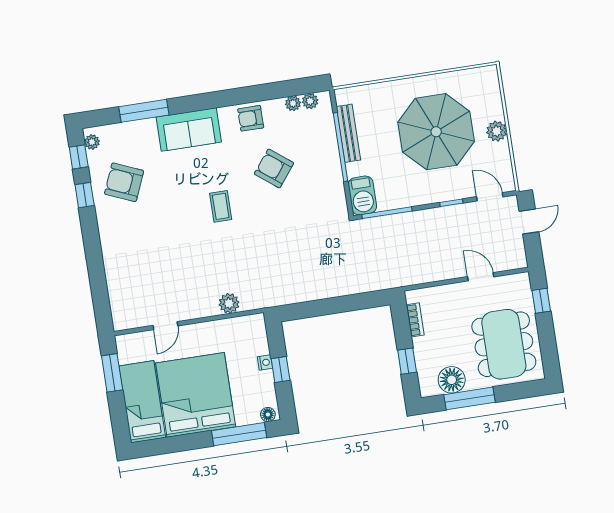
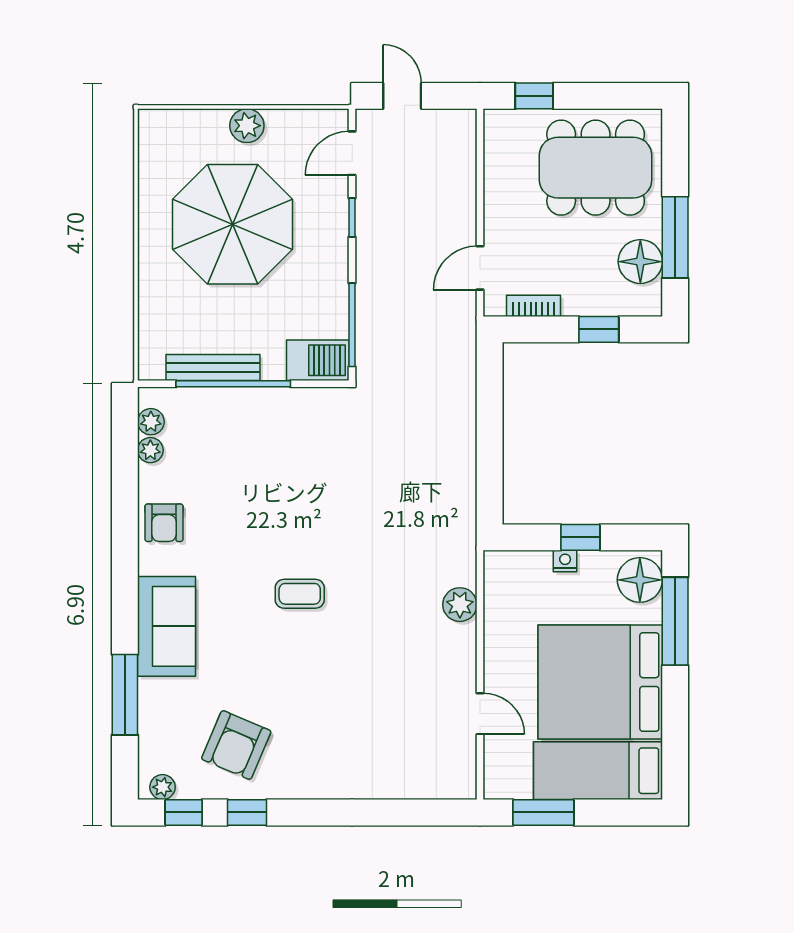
armchair: (274, 168) -> (252, 497), removed
door: (481, 277) -> (480, 268), moved
floor lamp: (268, 414) -> (640, 580), width x1.89, depth x1.89

